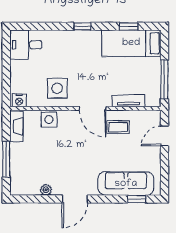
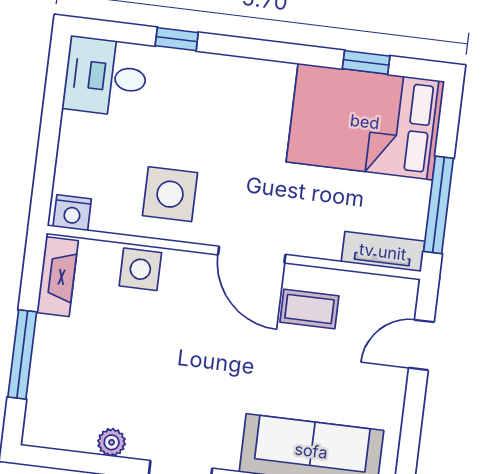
window: (82, 26) -> (177, 39), moved
bed: (131, 43) -> (365, 122), width x1.50
tv unit: (129, 101) -> (383, 252), moved

